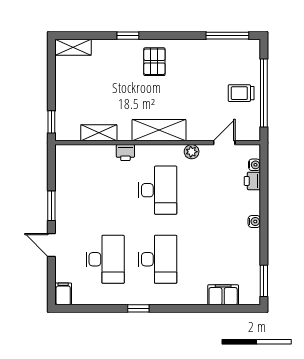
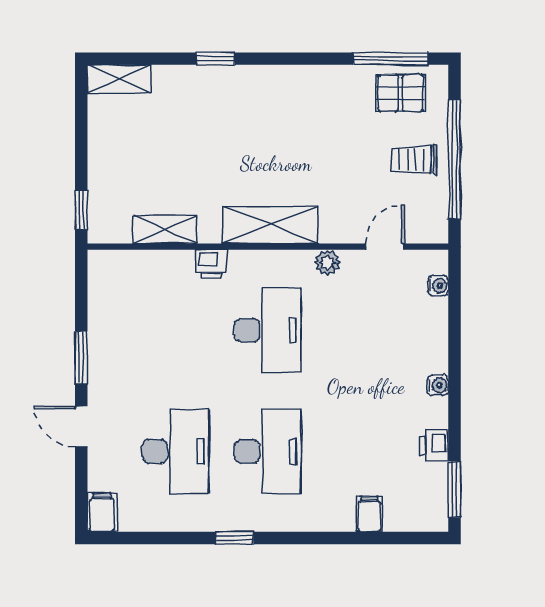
pallet: (154, 62) -> (400, 93), moved, turned 90
printer: (252, 181) -> (434, 445), moved
filing cabinet: (223, 295) -> (369, 514), width x0.50

